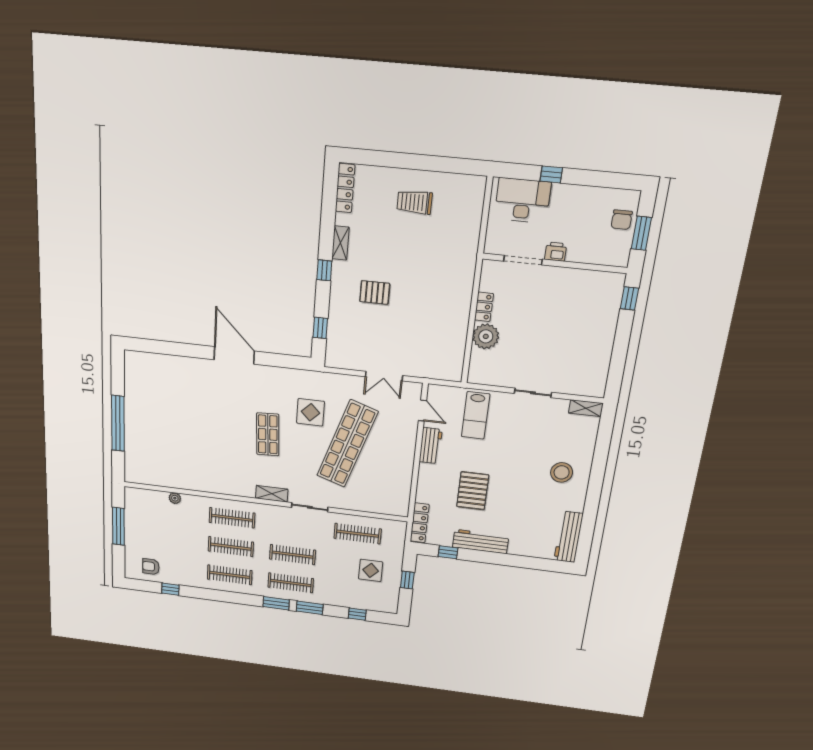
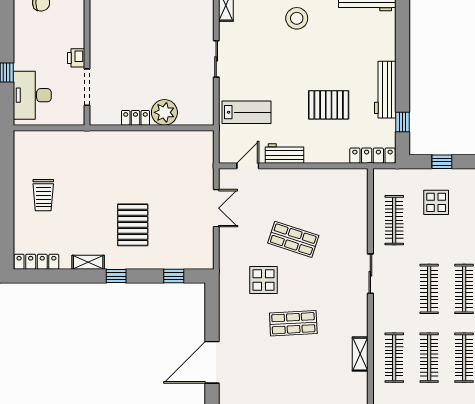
pallet: (375, 292) -> (133, 225), width x1.50, depth x1.42
shop shelf: (347, 444) -> (293, 239), width x0.50, depth x0.74
shelving: (272, 494) -> (360, 354), moved

